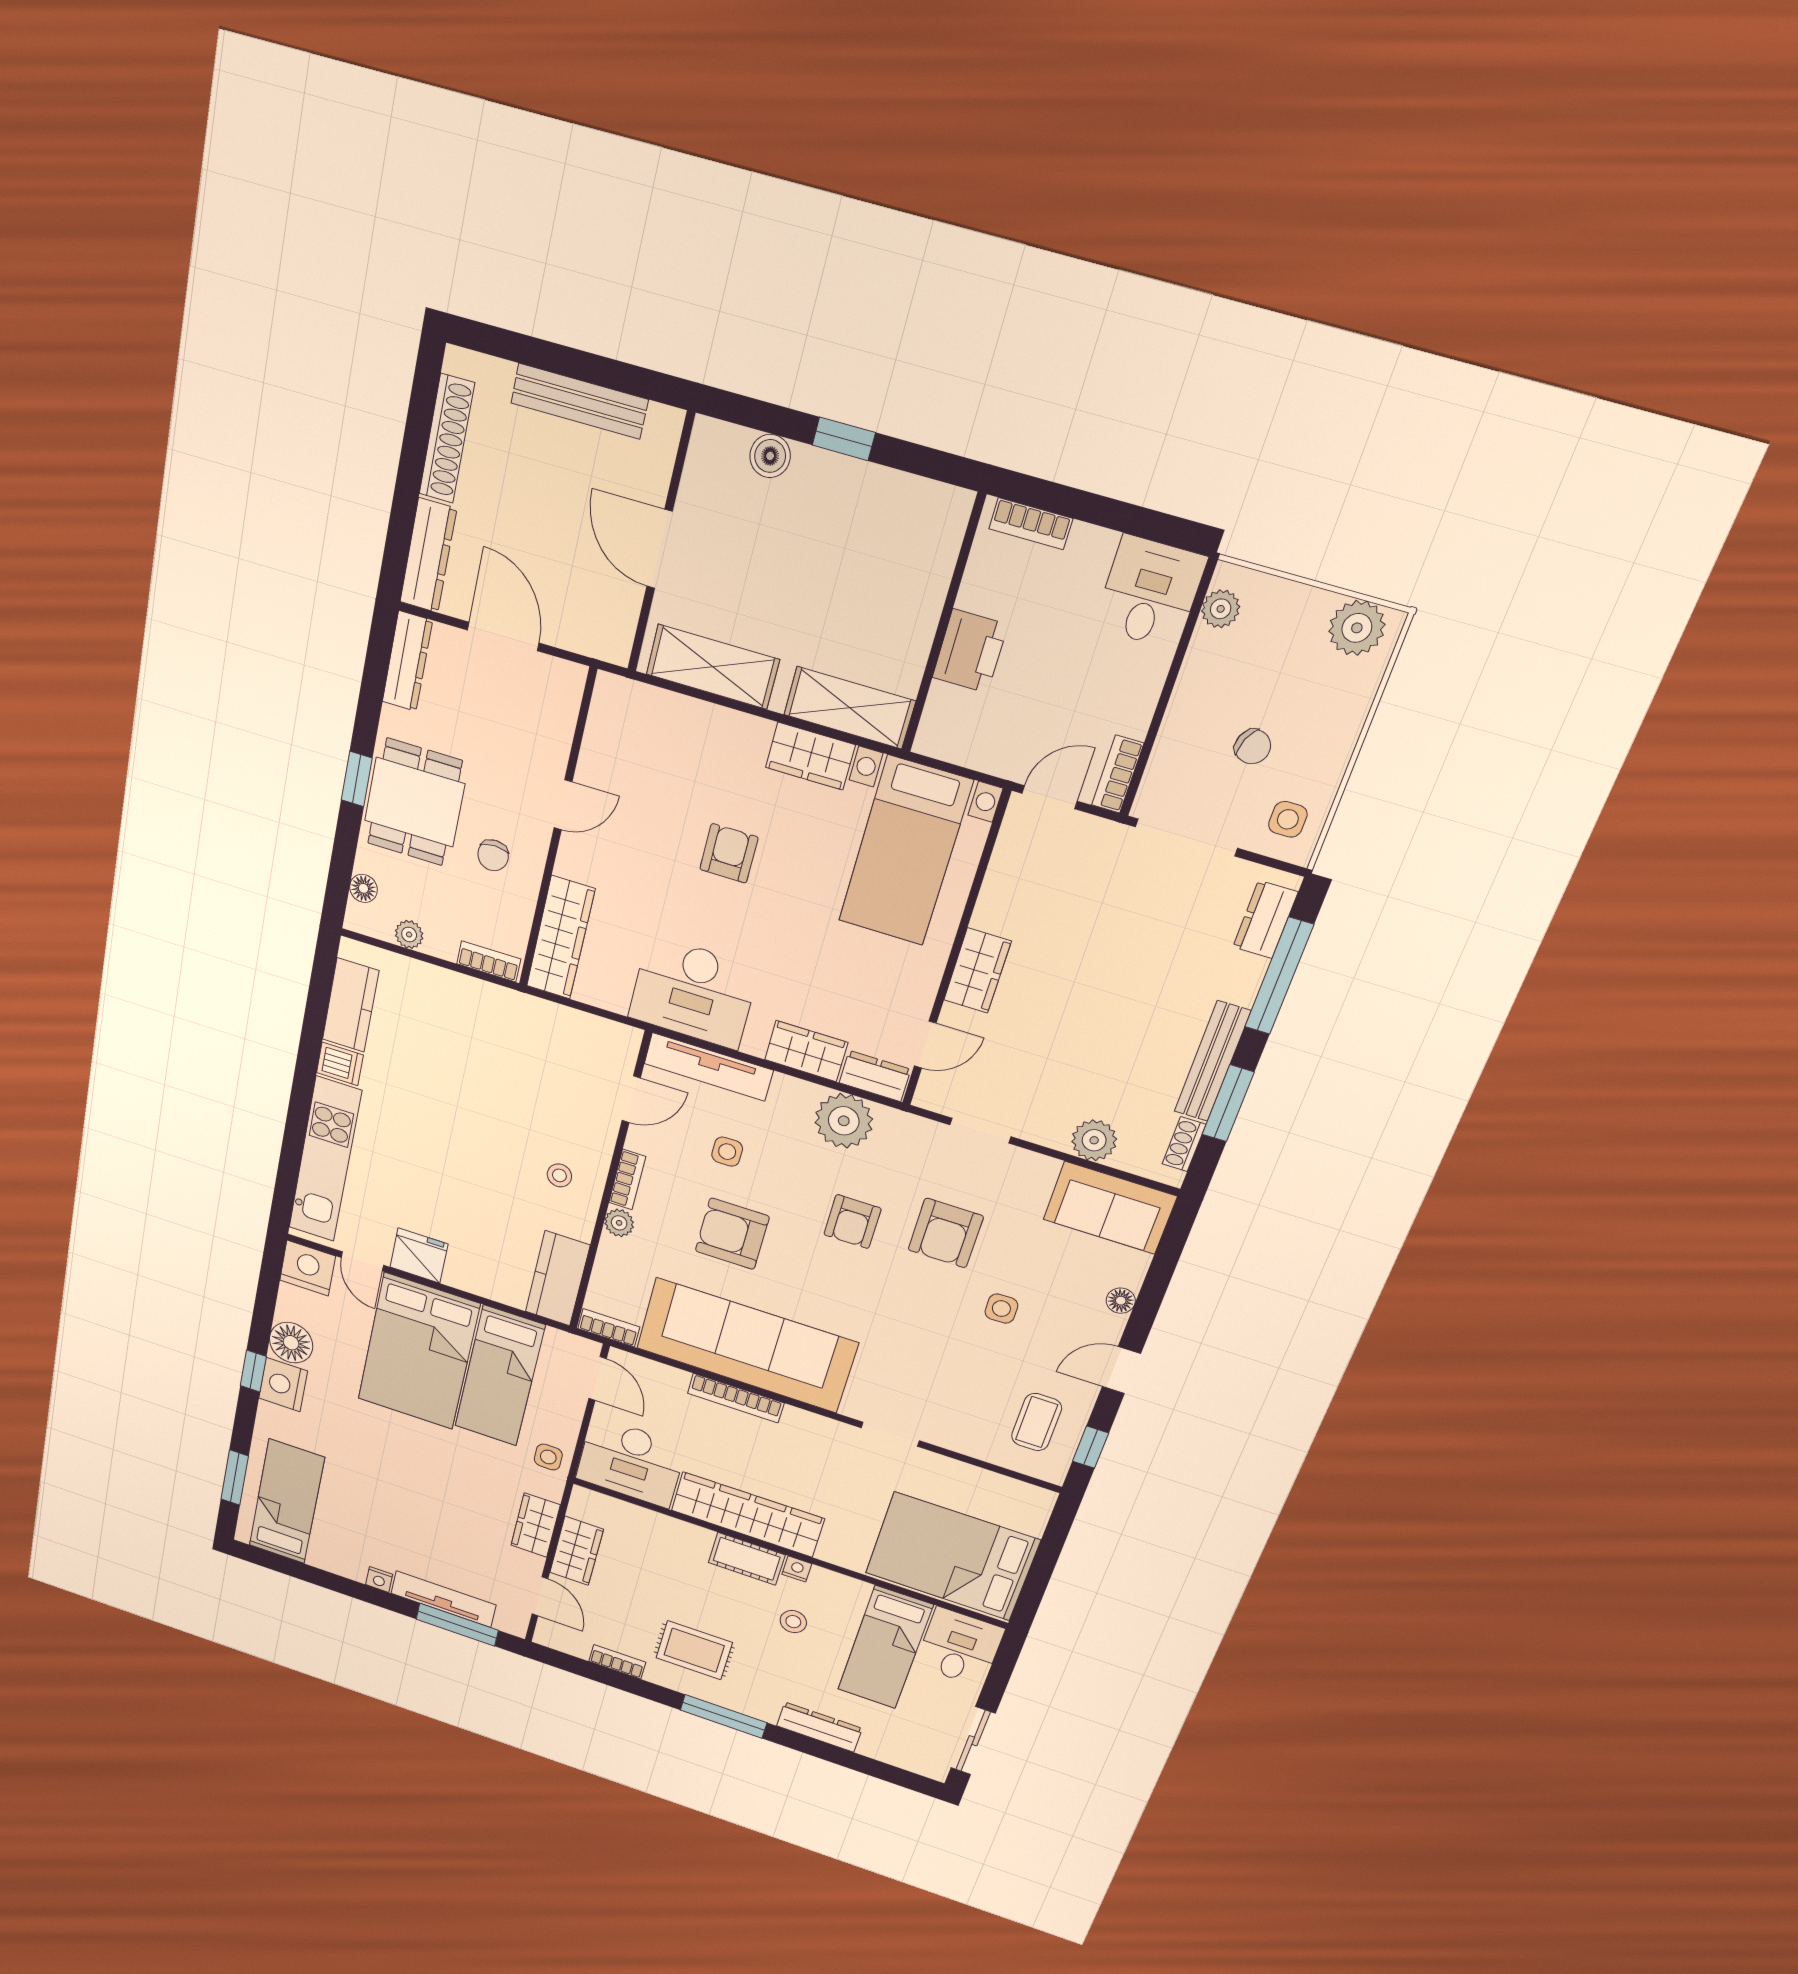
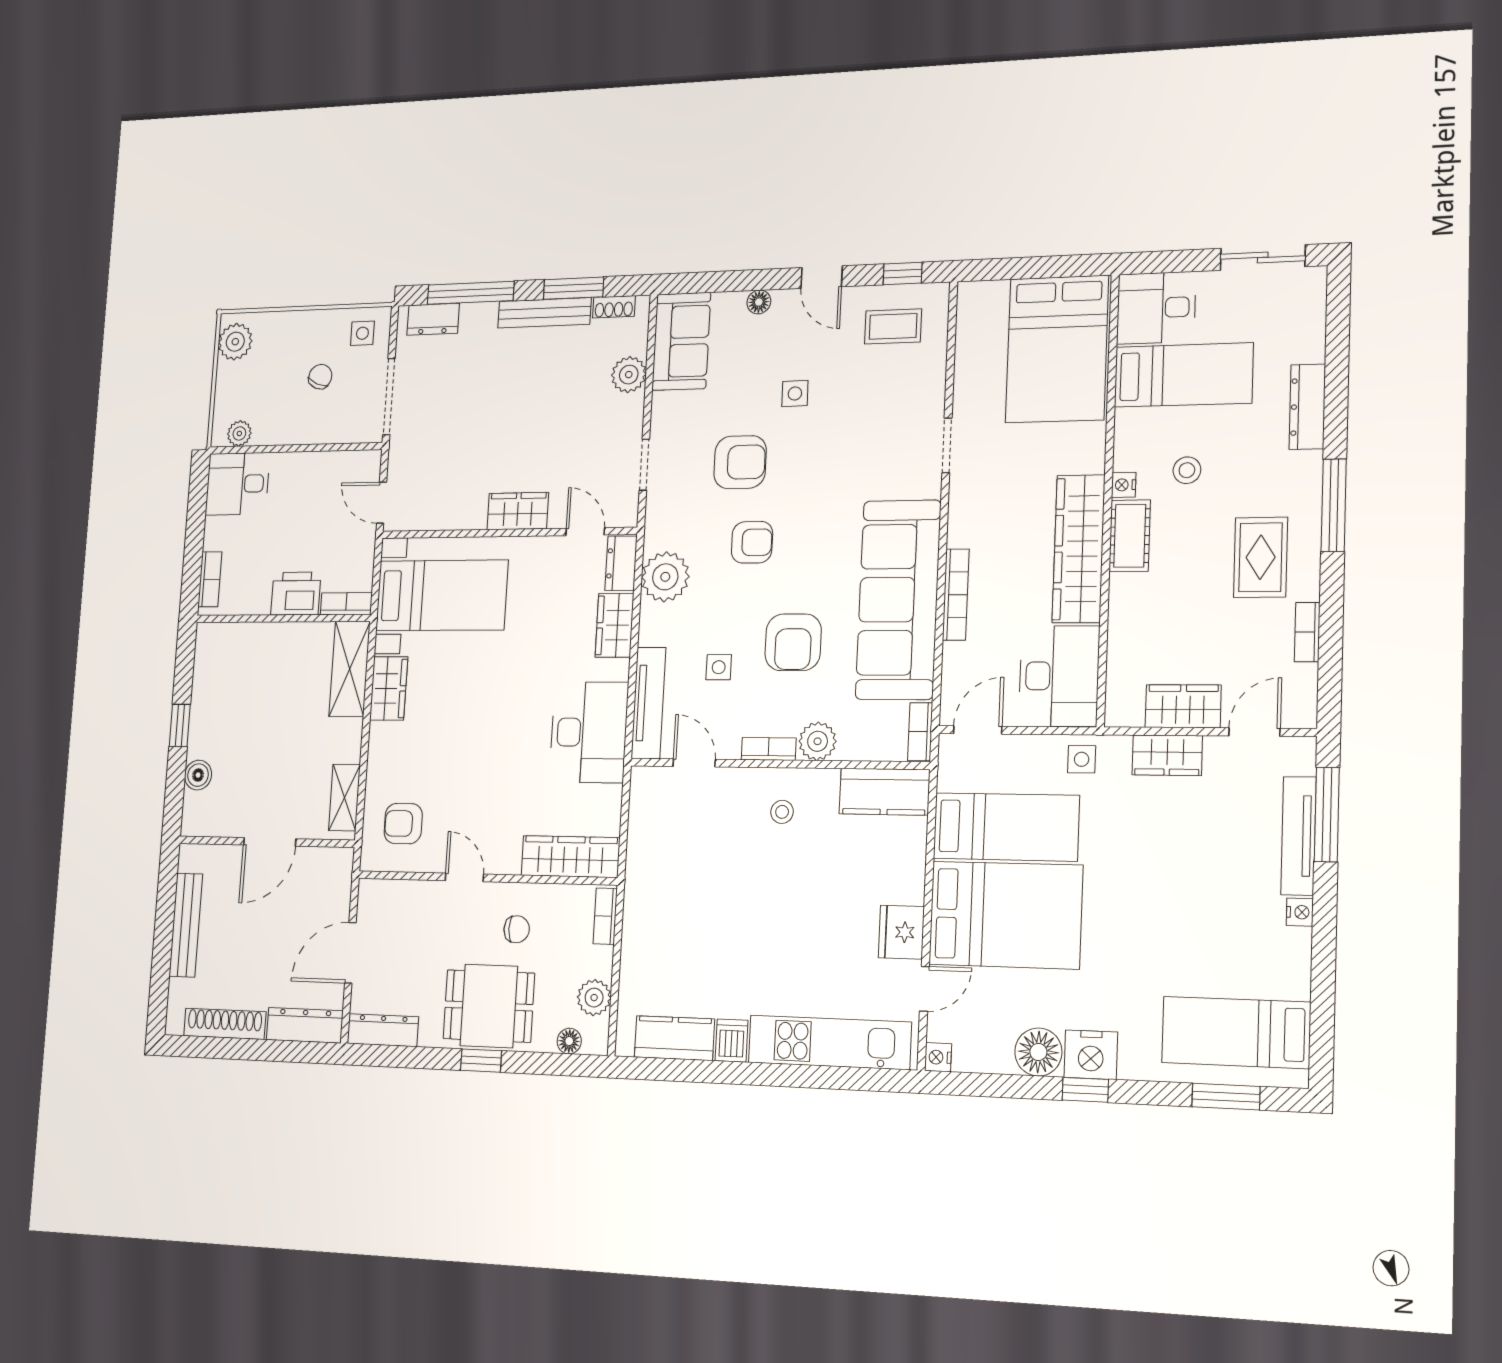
shelving: (713, 667) -> (344, 797), width x0.67, depth x0.75
bookcase: (1118, 774) -> (346, 604), moved, turned 180
armchair: (729, 853) -> (403, 824), moved
plant: (409, 934) -> (594, 998), width x1.38, depth x1.38
plant: (619, 1223) -> (818, 741), width x1.38, depth x1.38
nightstand: (308, 1268) -> (938, 1057), width x0.53, depth x0.56

